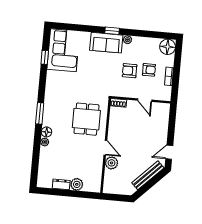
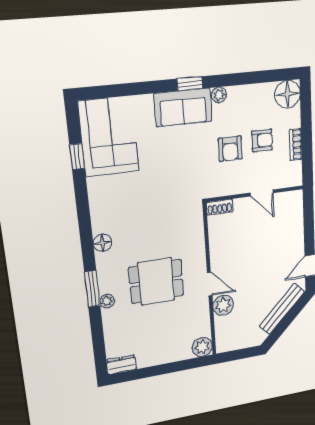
armchair: (130, 71) -> (230, 149), turned -90
window: (40, 113) -> (92, 289), moved
dining table: (86, 119) -> (156, 281), moved, turned 90
floor lamp: (46, 132) -> (102, 243), moved
dresser: (61, 184) -> (121, 365), moved
plant: (77, 184) -> (202, 347), moved

